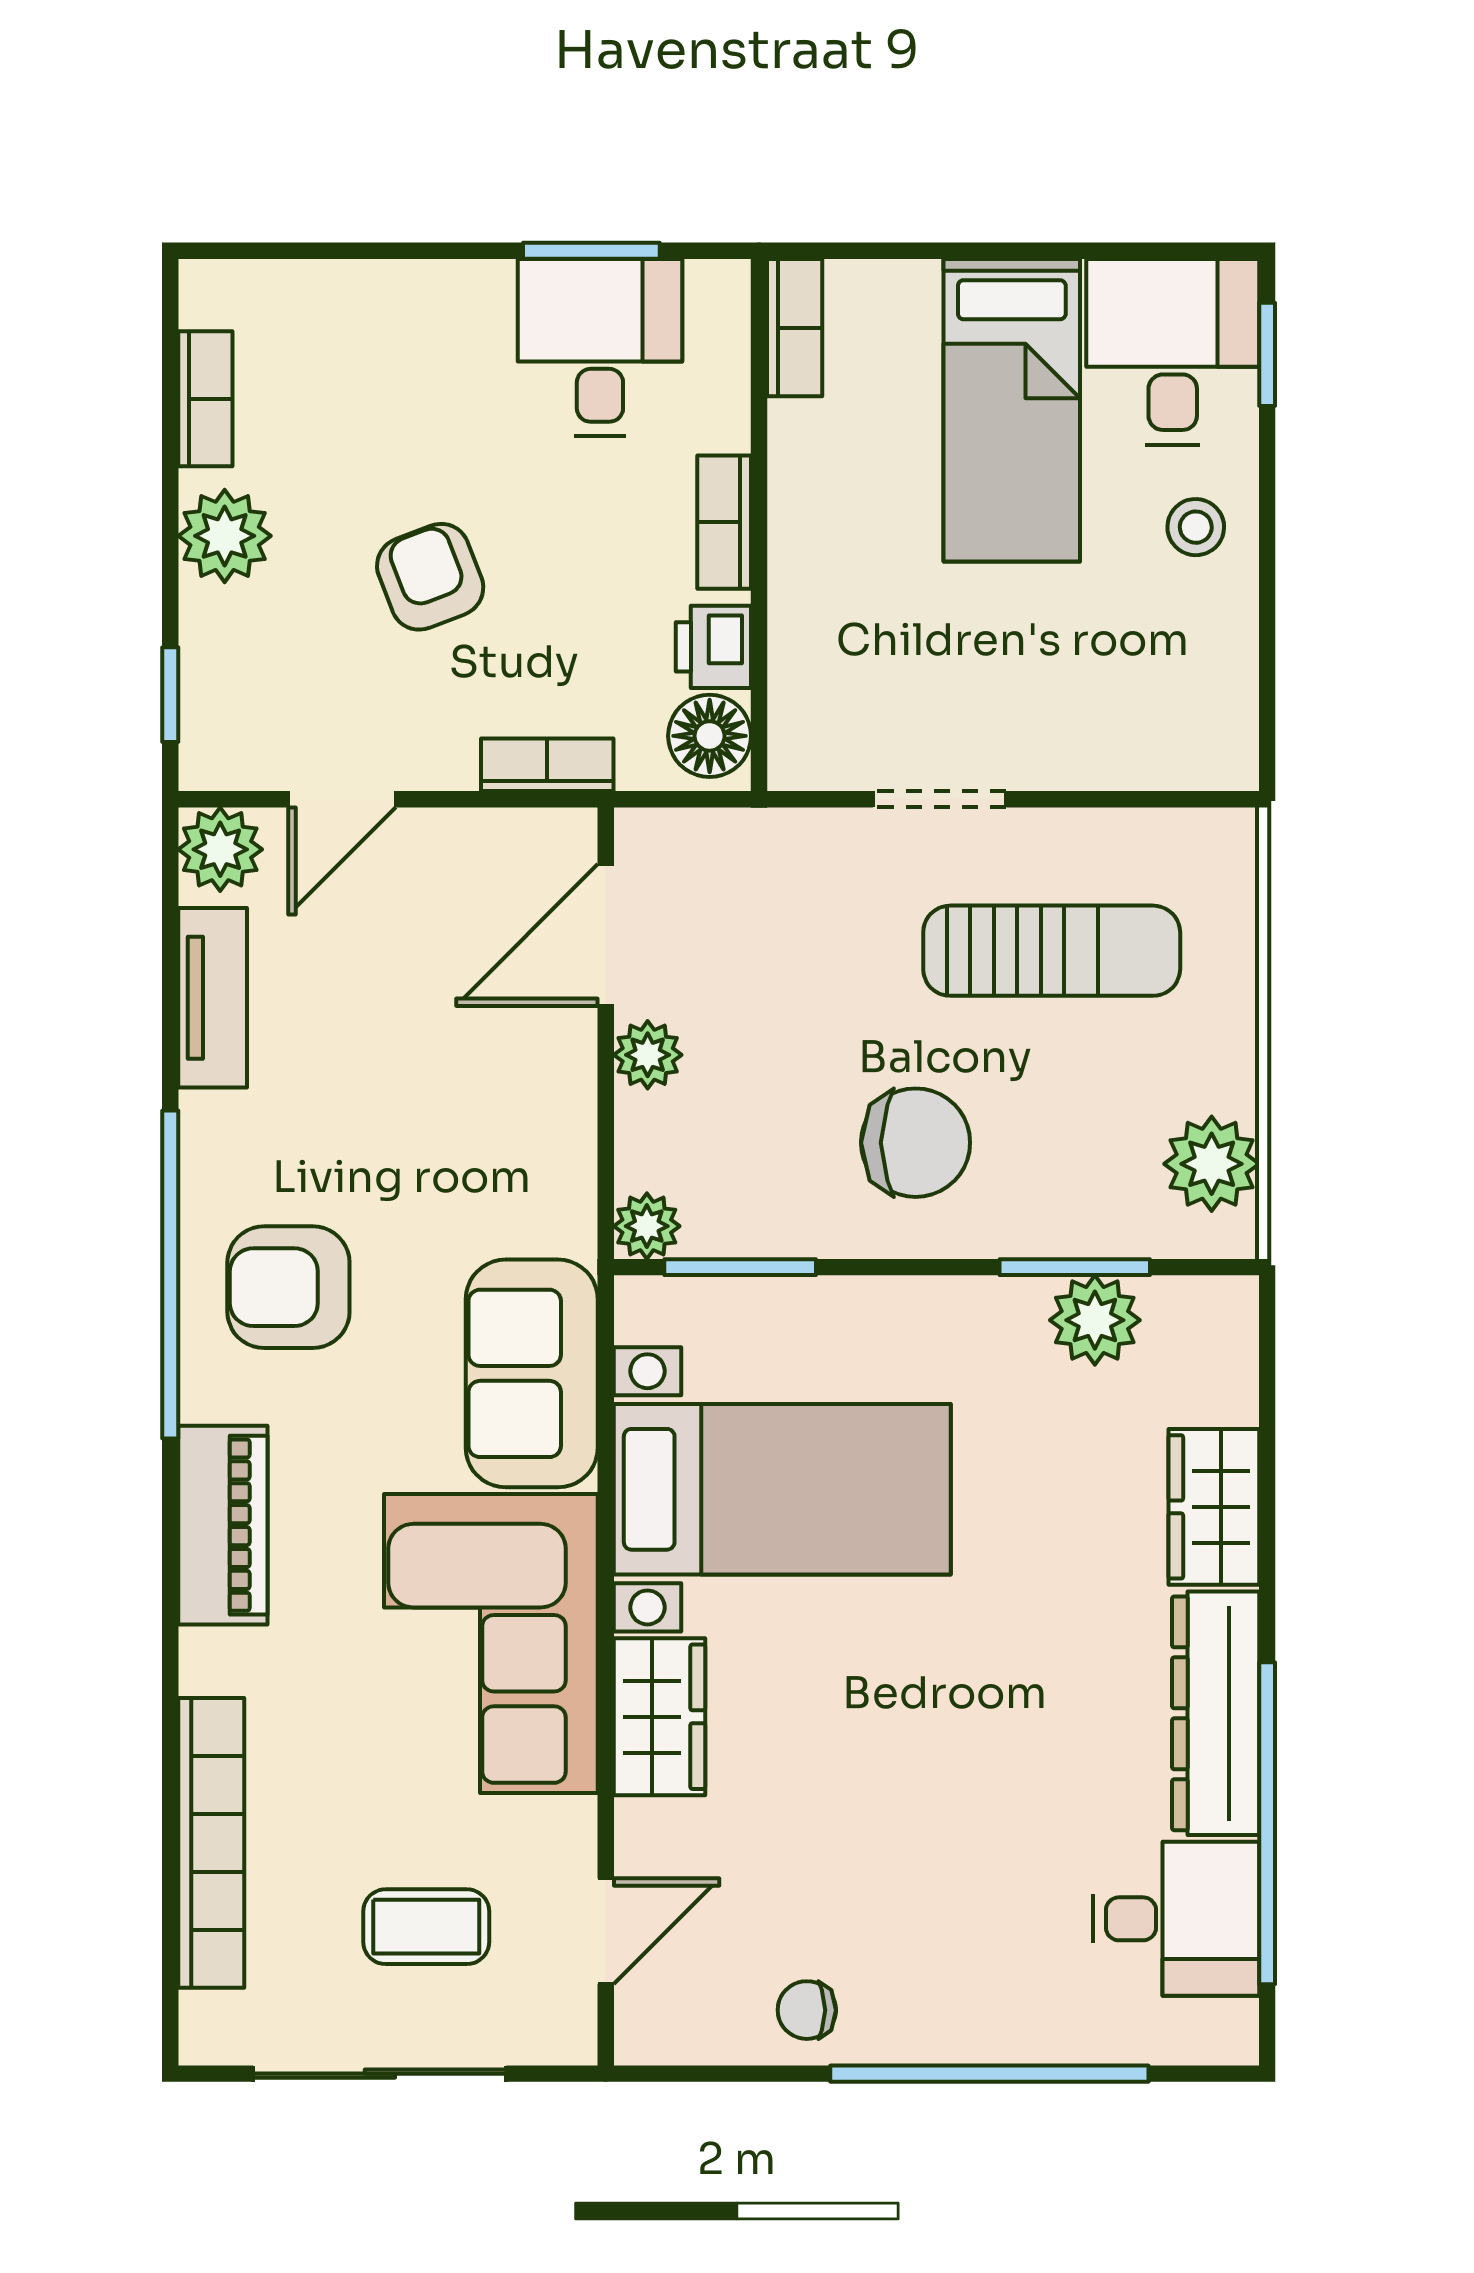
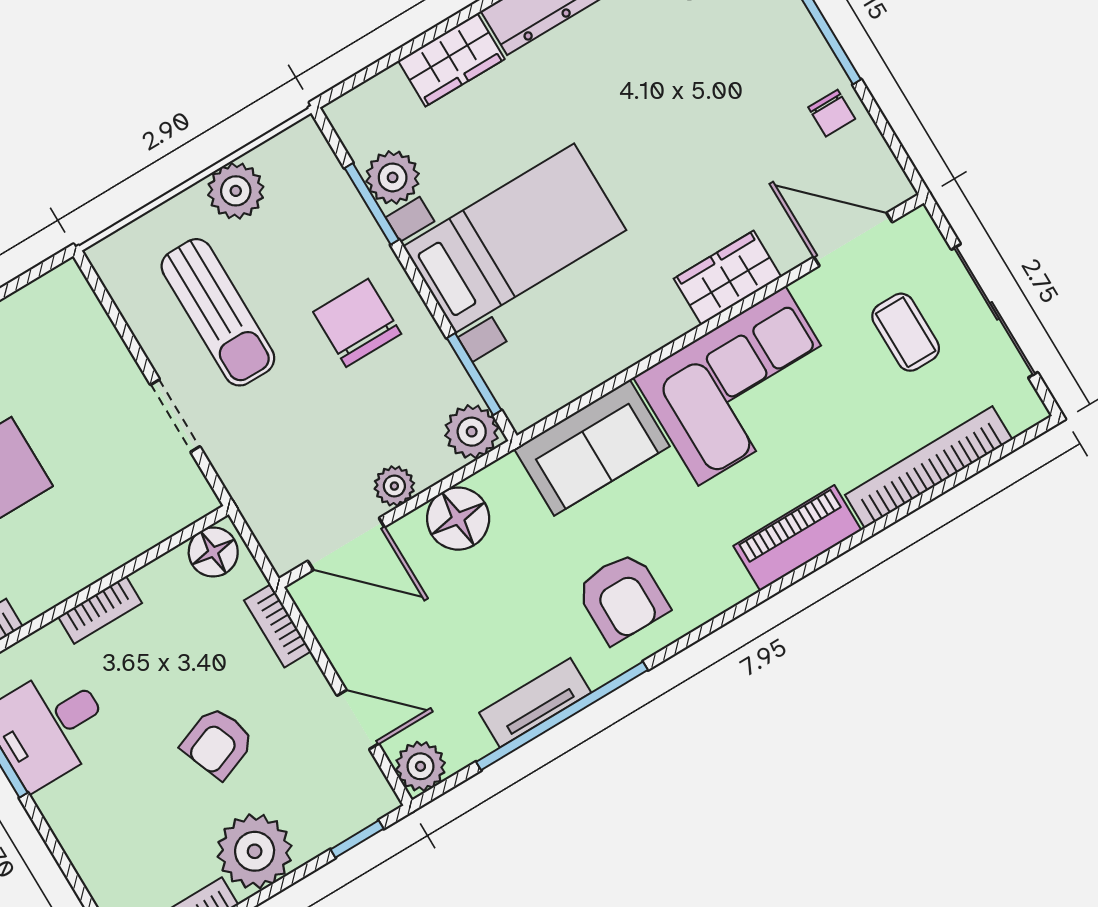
plant: (225, 536) -> (255, 851), width x1.36, depth x1.36
printer: (713, 647) -> (167, 577), removed
sun lounger: (1052, 951) -> (218, 312), turned 180
tv unit: (213, 998) -> (535, 703), moved
floor lamp: (545, 1119) -> (458, 519), added
plant: (1212, 1164) -> (236, 191), moved
plant: (647, 1226) -> (472, 432), width x1.38, depth x1.38
window: (170, 1274) -> (562, 716), moved
bed with nightstands: (782, 1489) -> (515, 238), moved, turned 90
piano: (223, 1525) -> (797, 538), moved
door: (606, 1931) -> (853, 239), width x1.38

